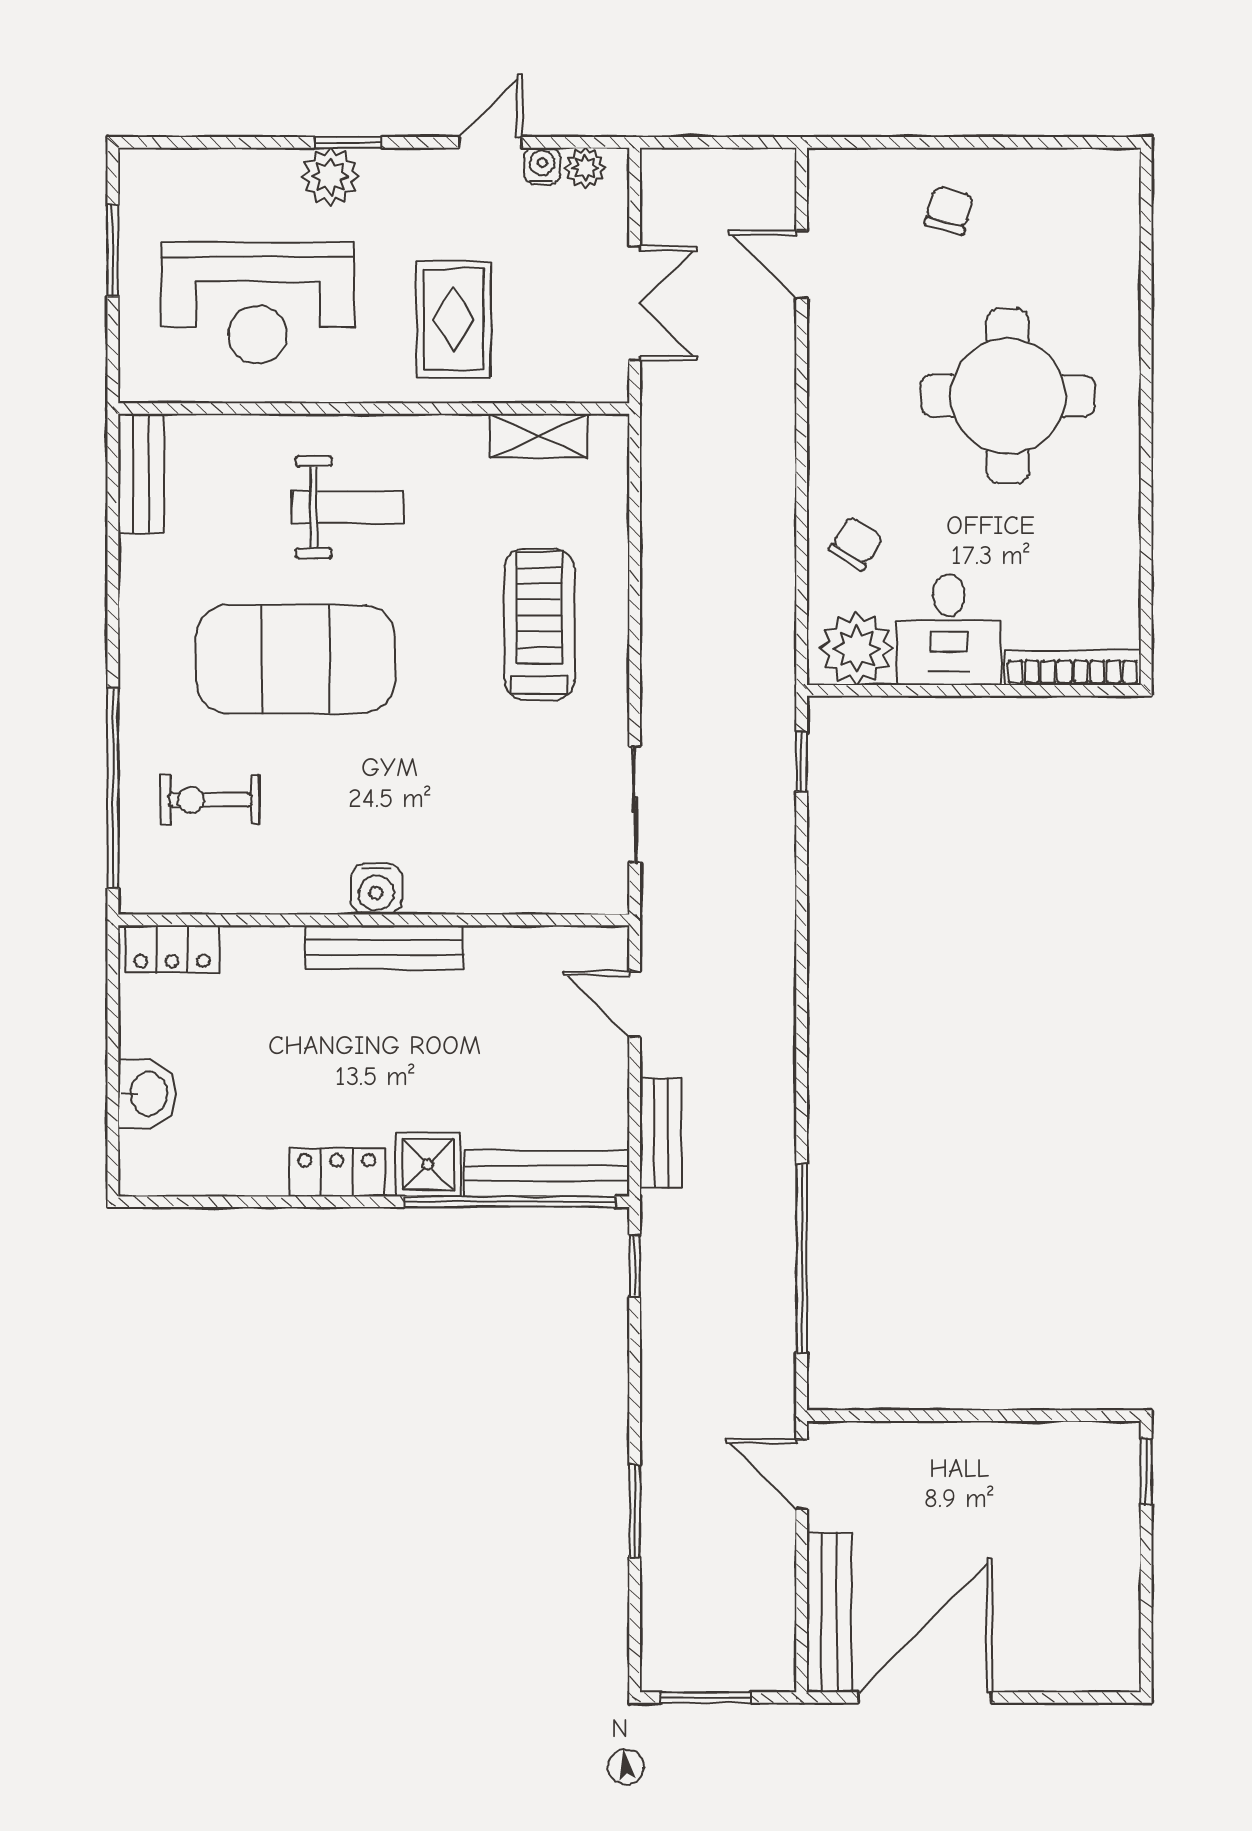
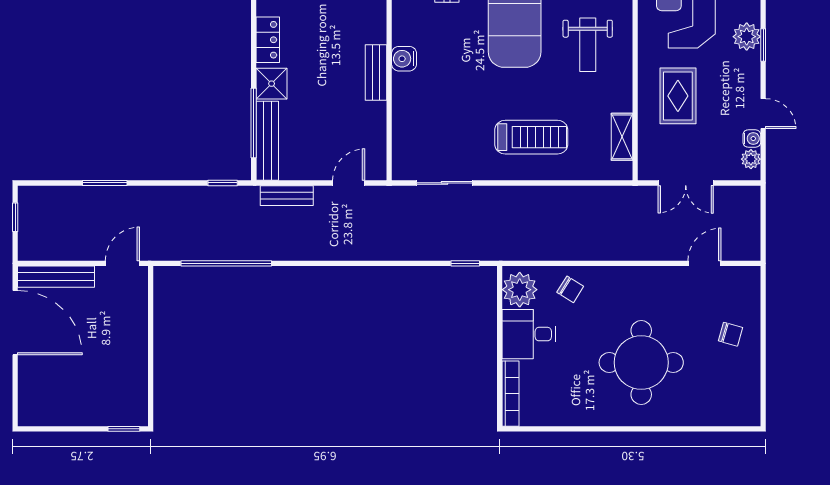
rug: (454, 319) -> (678, 96), turned 90
bench: (384, 947) -> (376, 73), width x0.73
window: (510, 1202) -> (254, 123), width x0.68
window: (706, 1698) -> (15, 217), width x0.67

